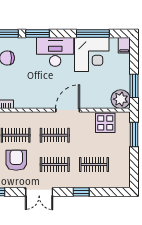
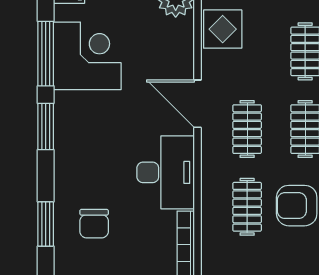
window: (38, 34) -> (46, 126), moved
desk: (55, 52) -> (166, 172), moved, turned 180

